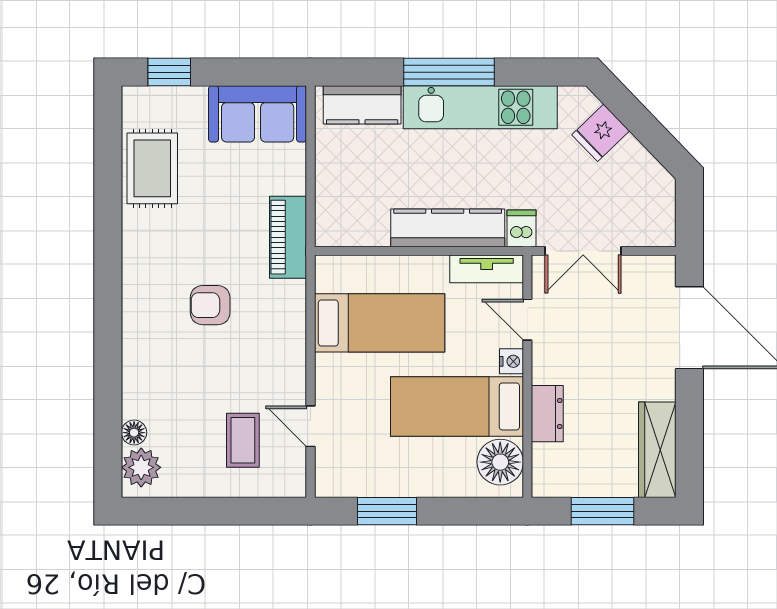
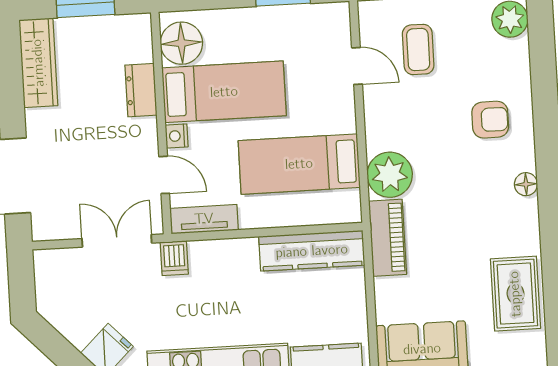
kitchen counter: (448, 228) -> (312, 251), moved
armchair: (210, 305) -> (490, 120), moved
plant: (282, 306) -> (390, 175), added
floor lamp: (134, 433) -> (526, 184), moved

